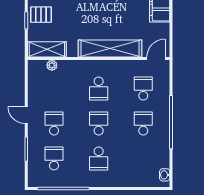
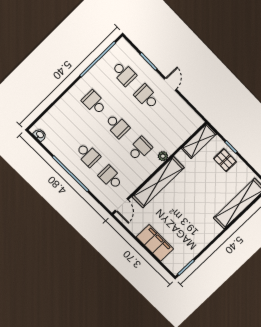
pallet: (41, 15) -> (225, 160), turned 90
plant: (52, 65) -> (163, 156), moved
school desk: (99, 89) -> (140, 149), turned 90
school desk: (143, 89) -> (111, 178), turned 180
door: (26, 115) -> (170, 84), hinge flipped
school desk: (54, 123) -> (147, 97), turned 180

